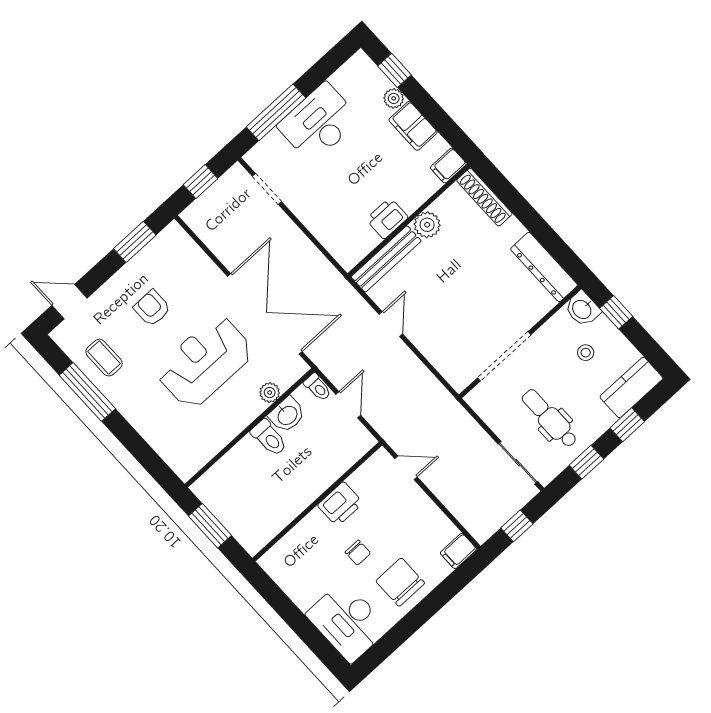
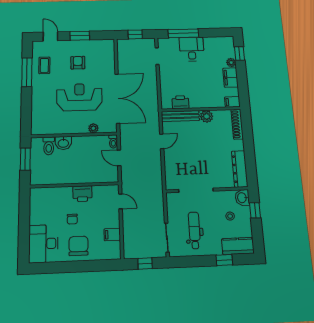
desk: (319, 123) -> (192, 49), width x0.73
printer: (387, 218) -> (180, 102), moved
window: (135, 242) -> (80, 36), moved
door: (348, 405) -> (119, 158), swing flipped
washbasin: (287, 415) -> (63, 143), moved
toilet: (269, 438) -> (49, 146), moved
window: (586, 462) -> (195, 261), removed
filing cabinet: (458, 551) -> (112, 235), moved

